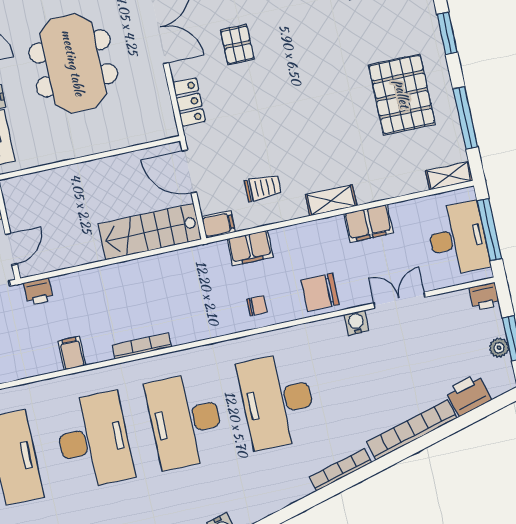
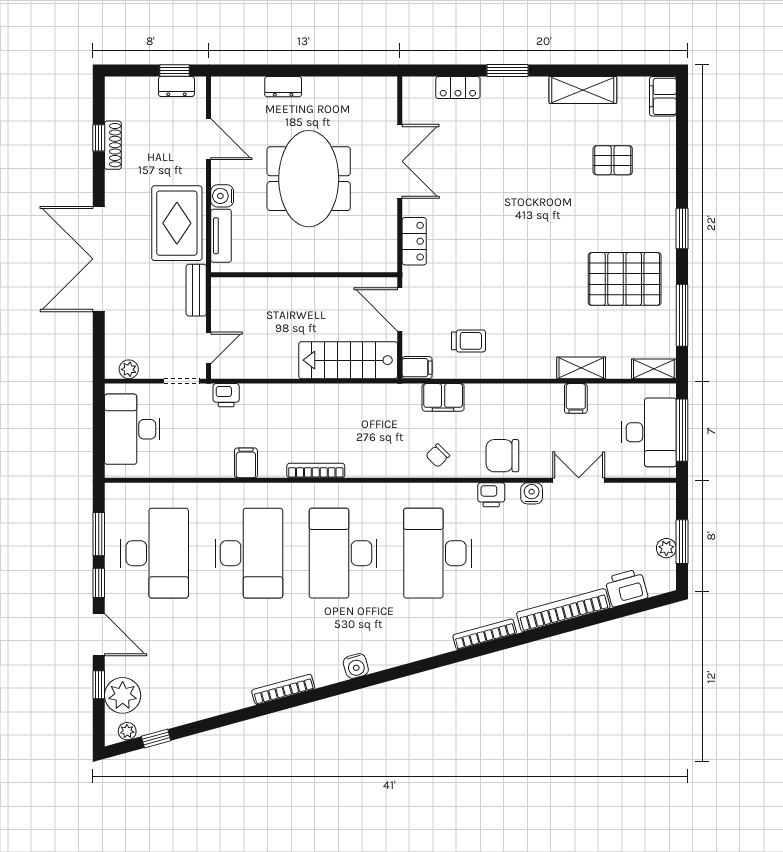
pallet: (237, 45) -> (474, 195), removed
pallet: (402, 94) -> (625, 279), turned 90
shelving: (331, 200) -> (581, 368), moved
filing cabinet: (368, 223) -> (576, 398), width x0.50
printer: (484, 297) -> (491, 495), moved
chair: (257, 306) -> (438, 456), turned 135

